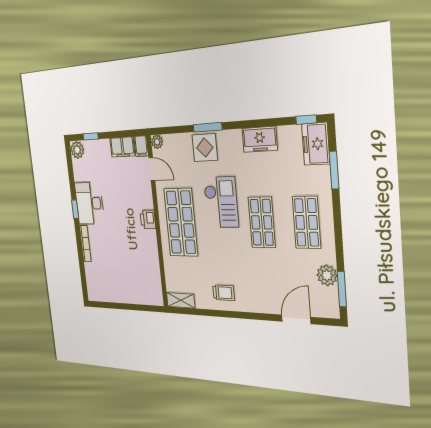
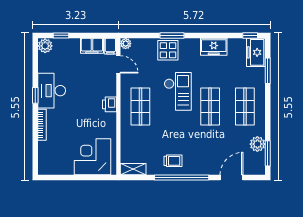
shop shelf: (181, 222) -> (140, 107), width x0.70, depth x0.74
corner desk: (137, 283) -> (92, 157), added
window: (235, 315) -> (182, 178), added

